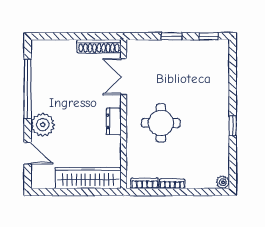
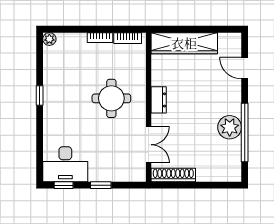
desk: (207, 57) -> (65, 164), added
plant: (43, 125) -> (230, 127), moved

